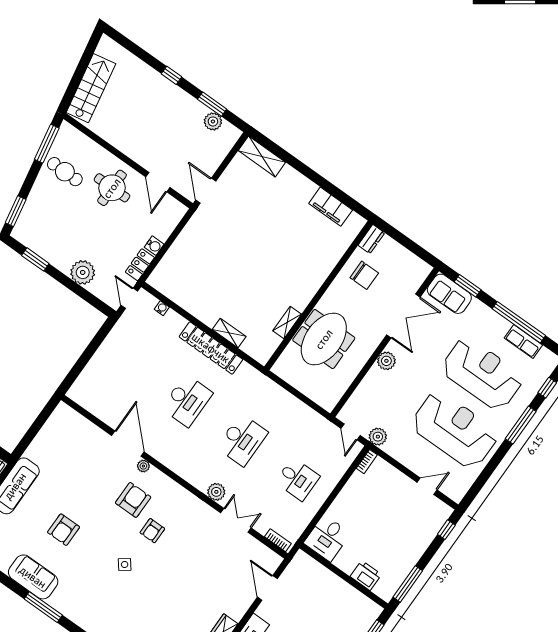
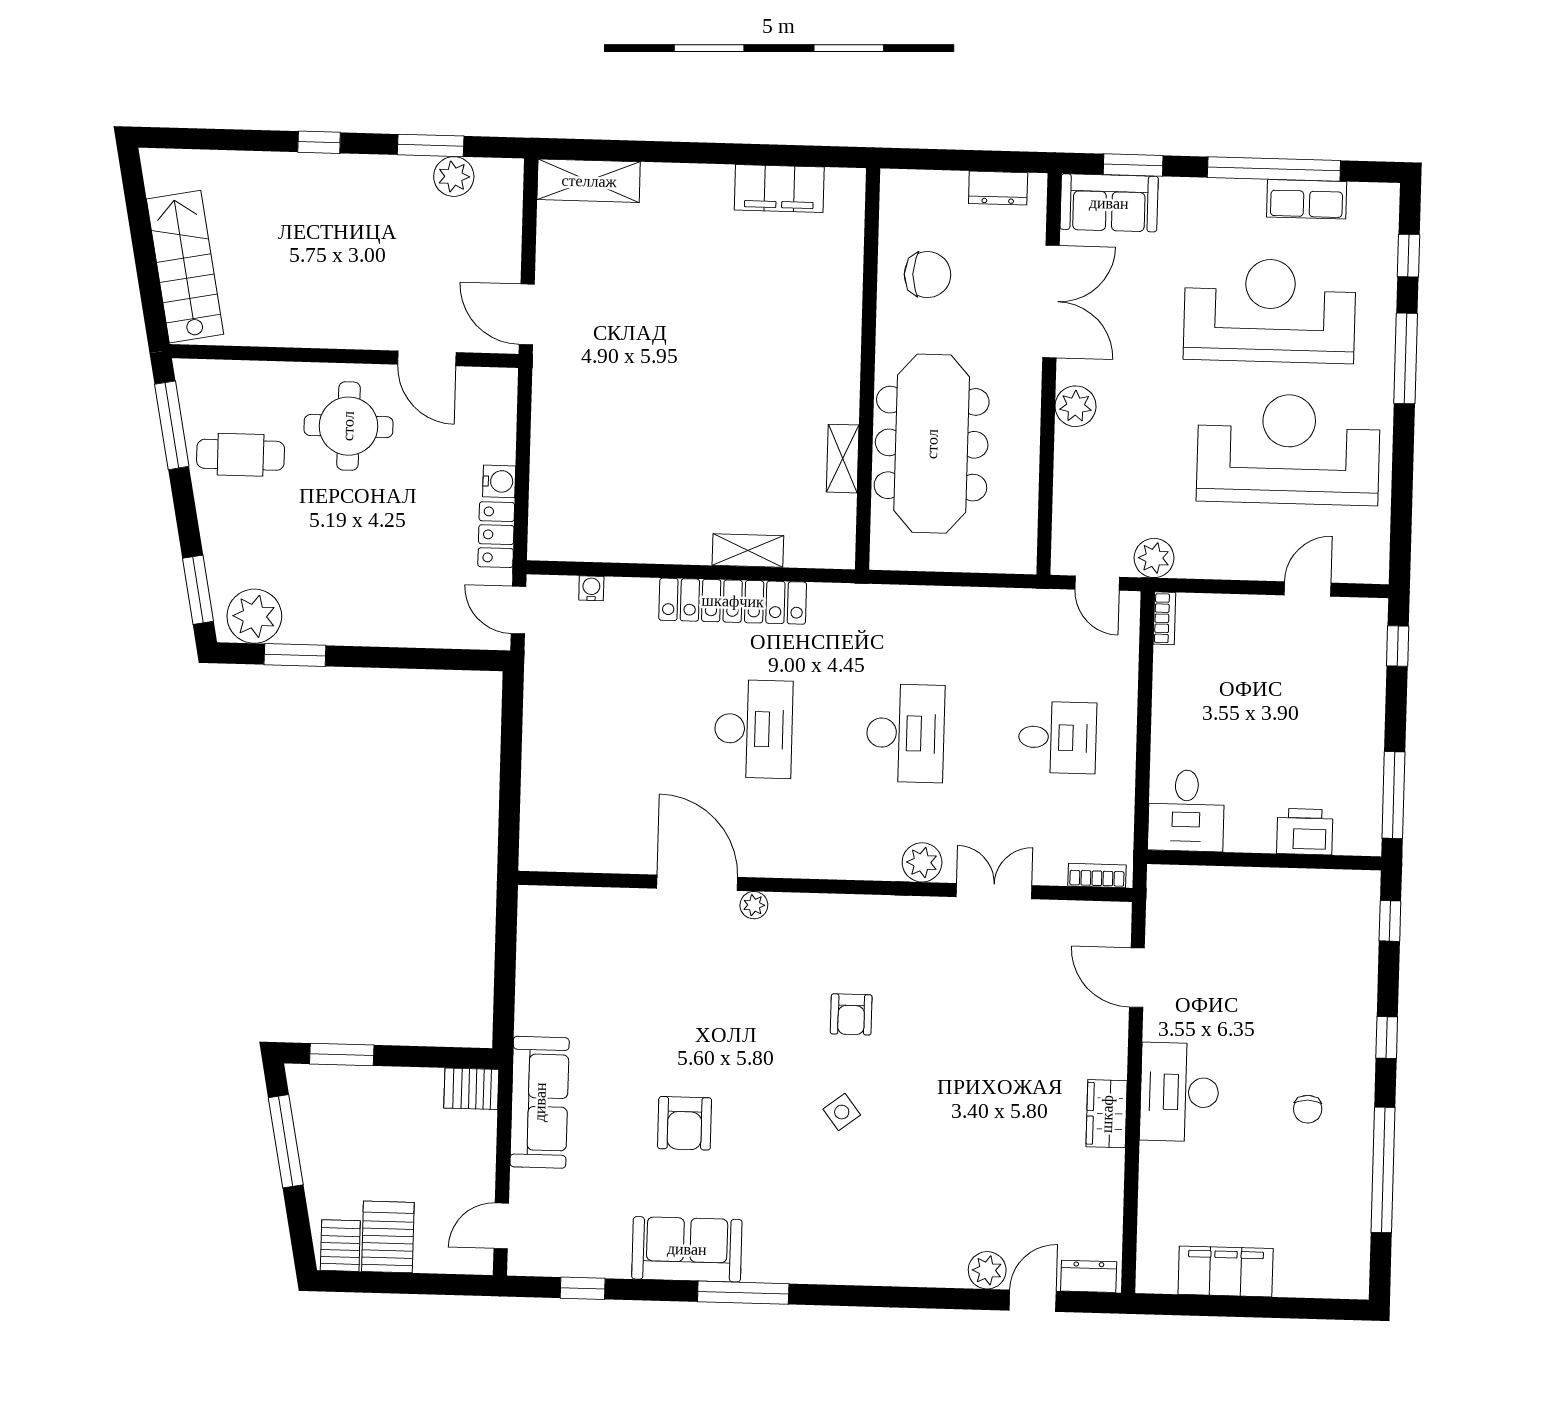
dresser: (371, 239) -> (998, 188), moved, turned 90
plant: (83, 272) -> (254, 616), moved
meeting table: (324, 339) -> (932, 444), width x1.36
armchair: (133, 500) -> (777, 981), removed

